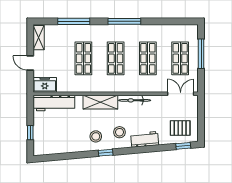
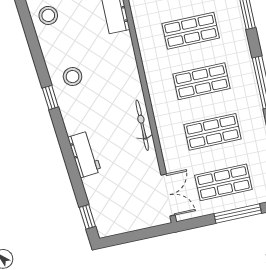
shelving: (100, 102) -> (128, 72), removed
pallet: (180, 128) -> (114, 206), removed
stool: (120, 132) -> (48, 15), moved

